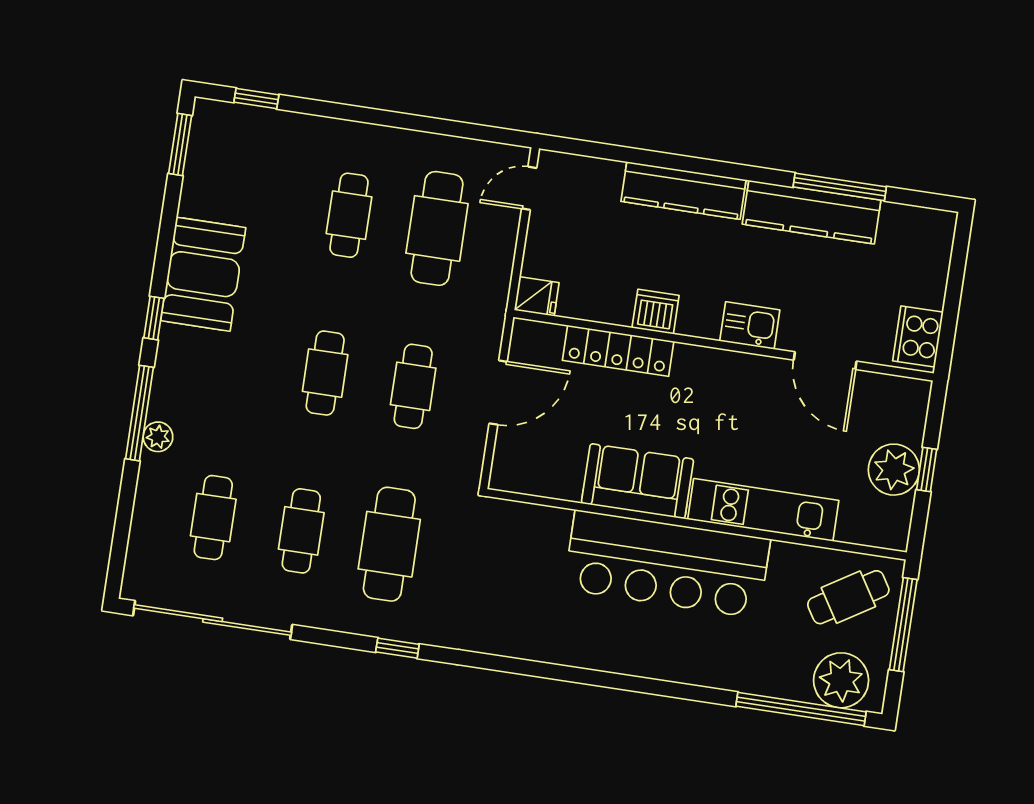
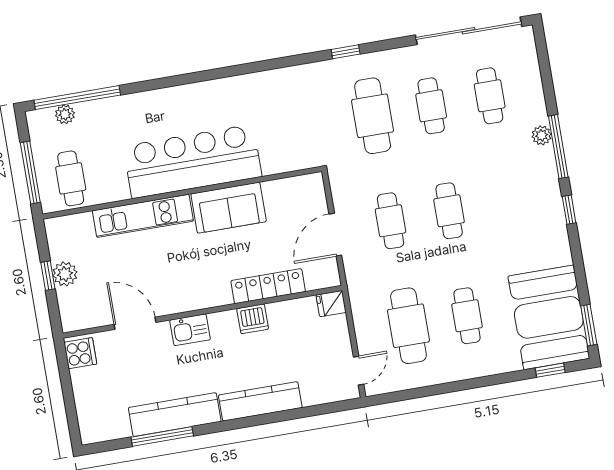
booth: (203, 274) -> (549, 317), moved, width x1.36, depth x1.42
cooker: (918, 337) -> (80, 353), width x0.73
plant: (894, 470) -> (65, 274), width x0.73, depth x0.73
cafe table: (848, 597) -> (71, 178), turned -58
plant: (841, 680) -> (65, 114), width x0.53, depth x0.53

